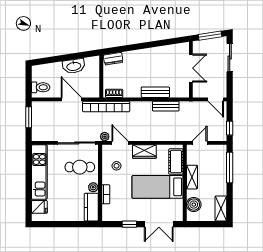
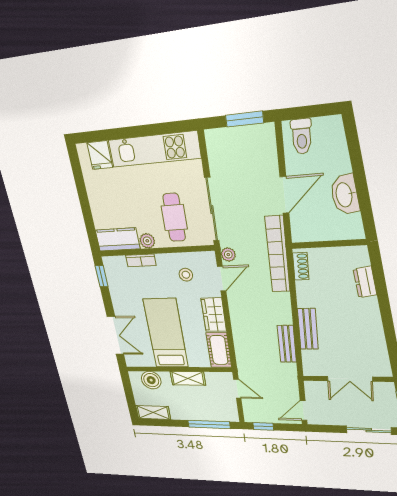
dresser: (113, 59) -> (365, 282), moved
cot: (176, 162) -> (219, 350), moved, turned 90
window: (129, 224) -> (102, 276), moved
double door: (159, 224) -> (115, 336), swing flipped

